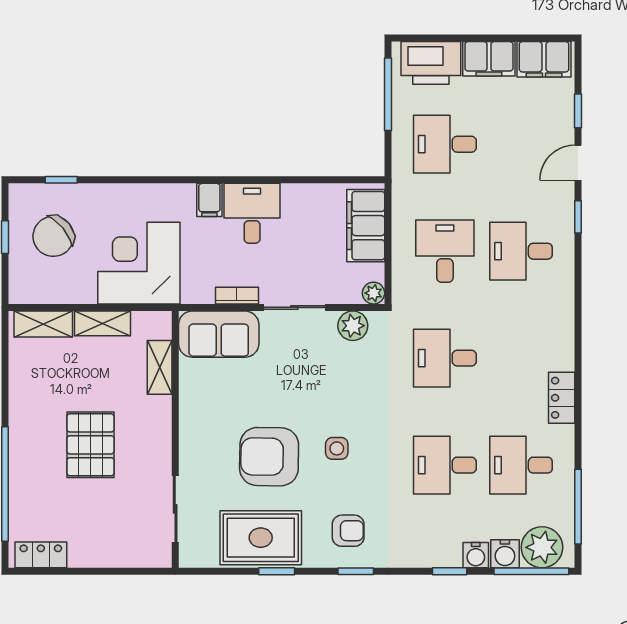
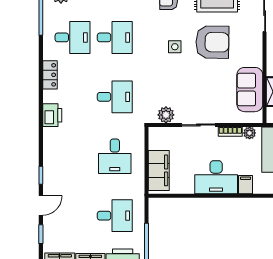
desk: (252, 213) -> (216, 177), width x1.37
desk: (521, 251) -> (73, 156), removed
plant: (374, 293) -> (250, 133), moved
printer: (558, 325) -> (52, 115), added
sofa: (219, 334) -> (250, 90), moved, turned -90

